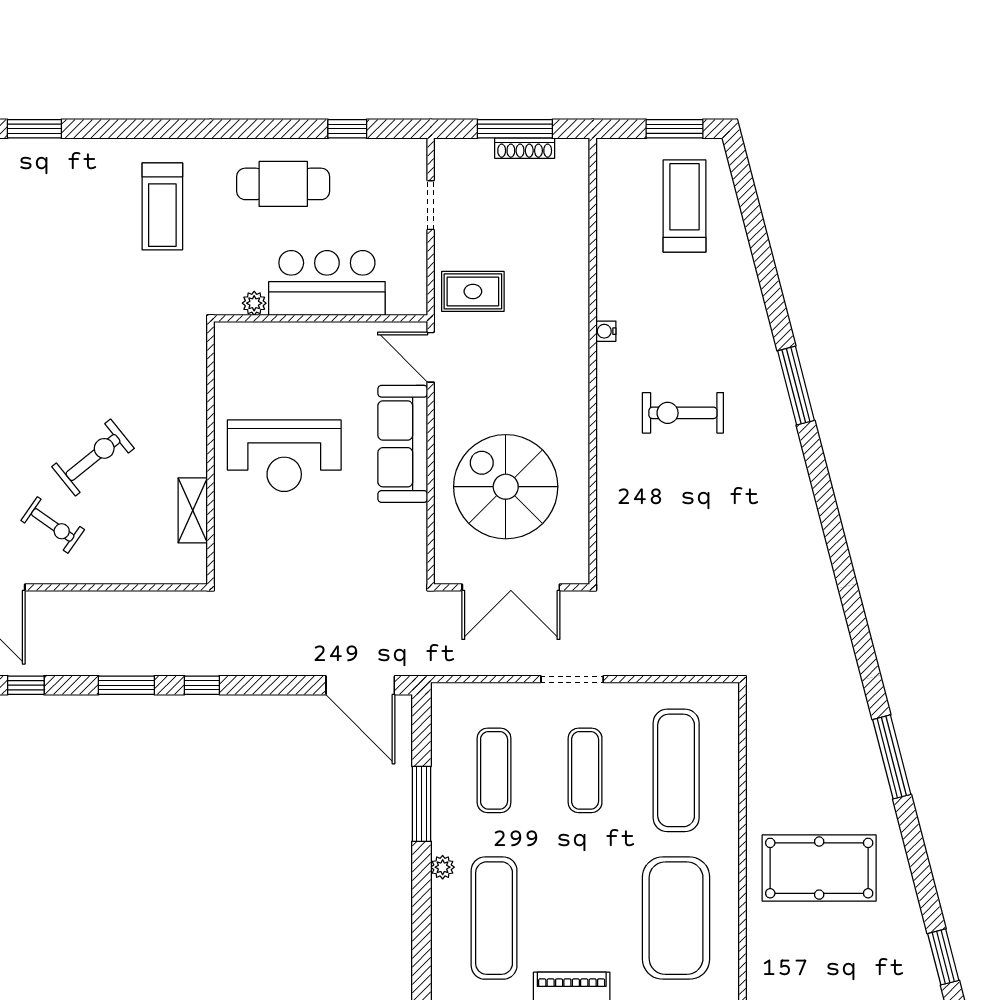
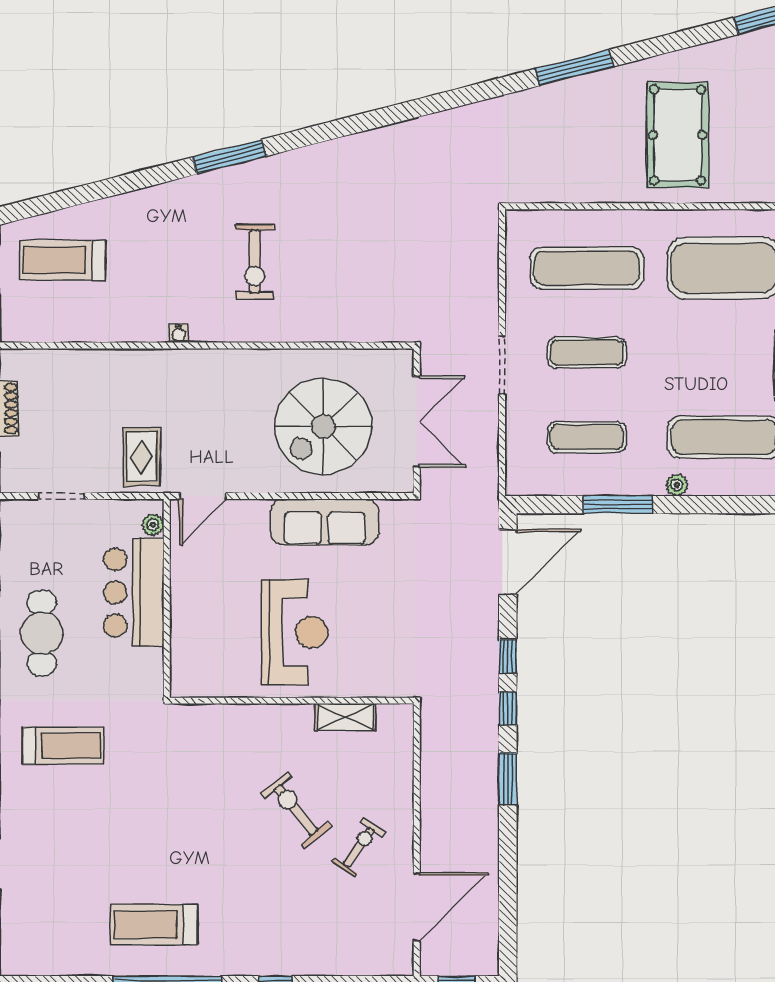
plant: (254, 303) -> (153, 525), moved
sofa: (403, 444) -> (325, 522), moved
window: (26, 685) -> (508, 656), moved

